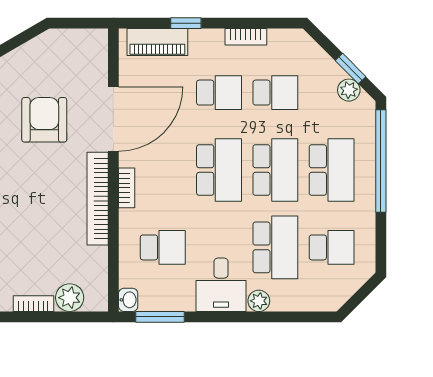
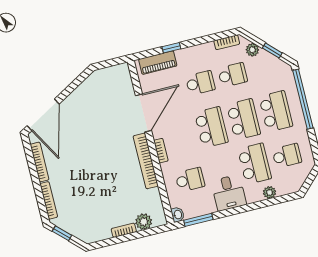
bookcase: (246, 37) -> (227, 42), moved
plant: (349, 90) -> (252, 50), moved
armchair: (44, 120) -> (104, 123), removed
plant: (259, 301) -> (270, 192), moved

